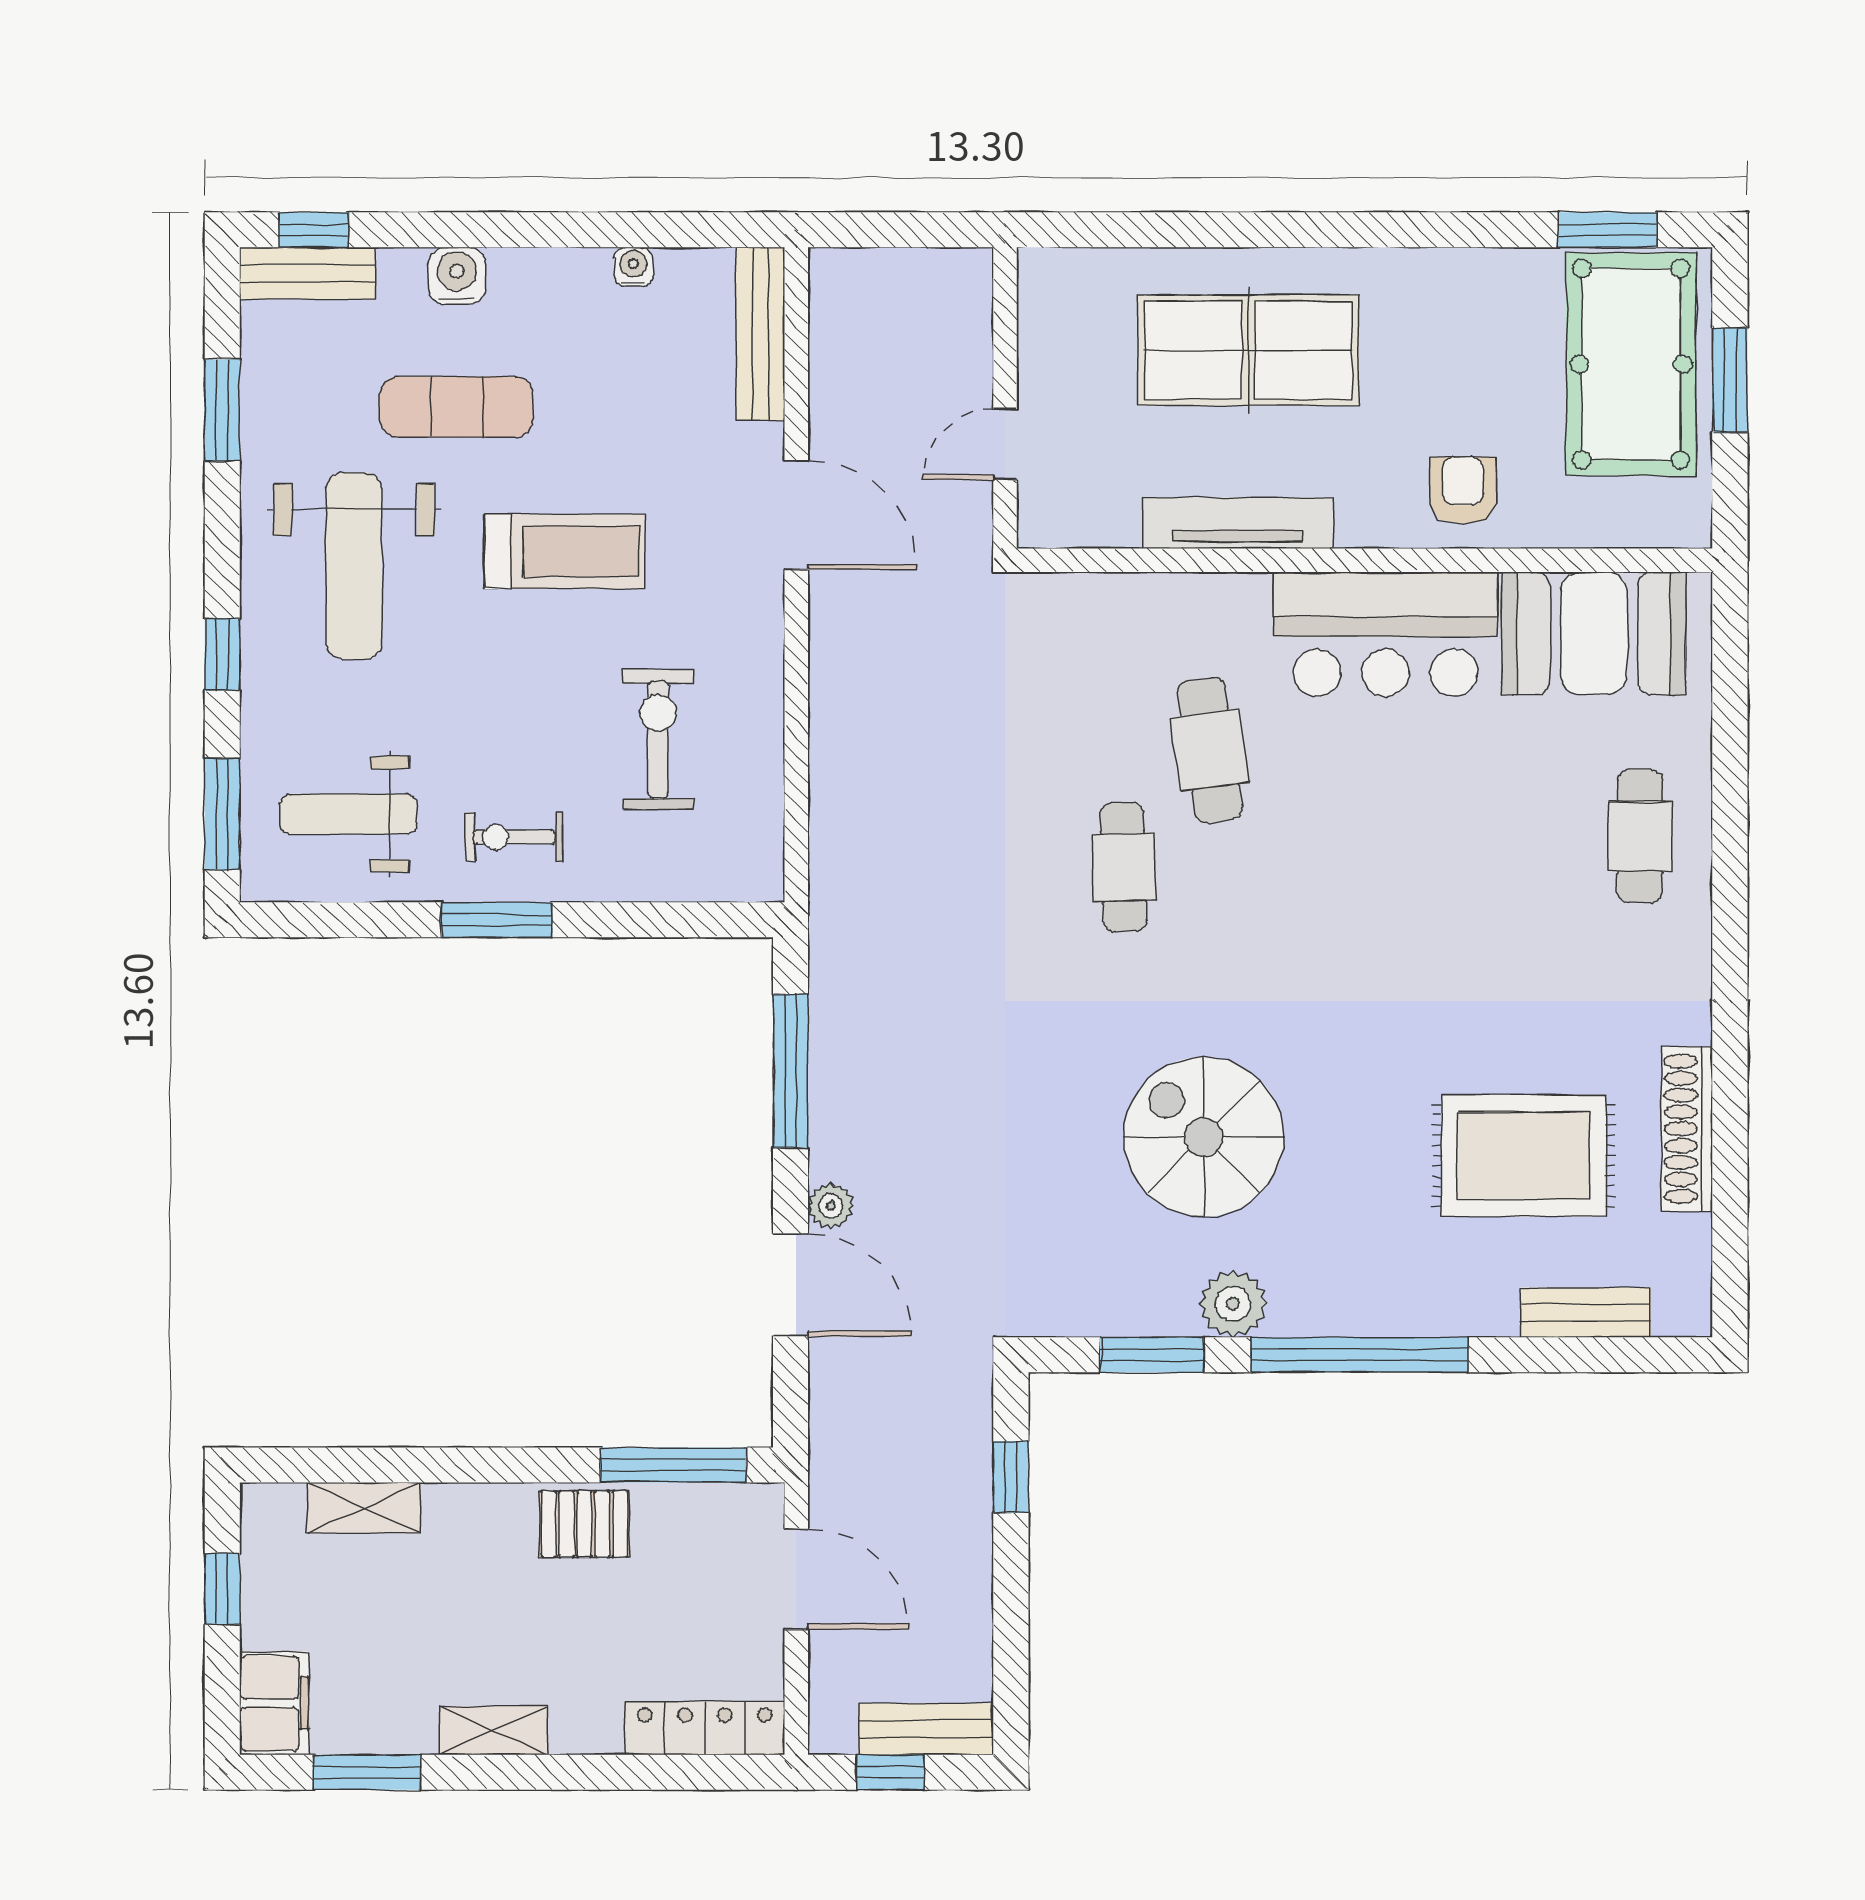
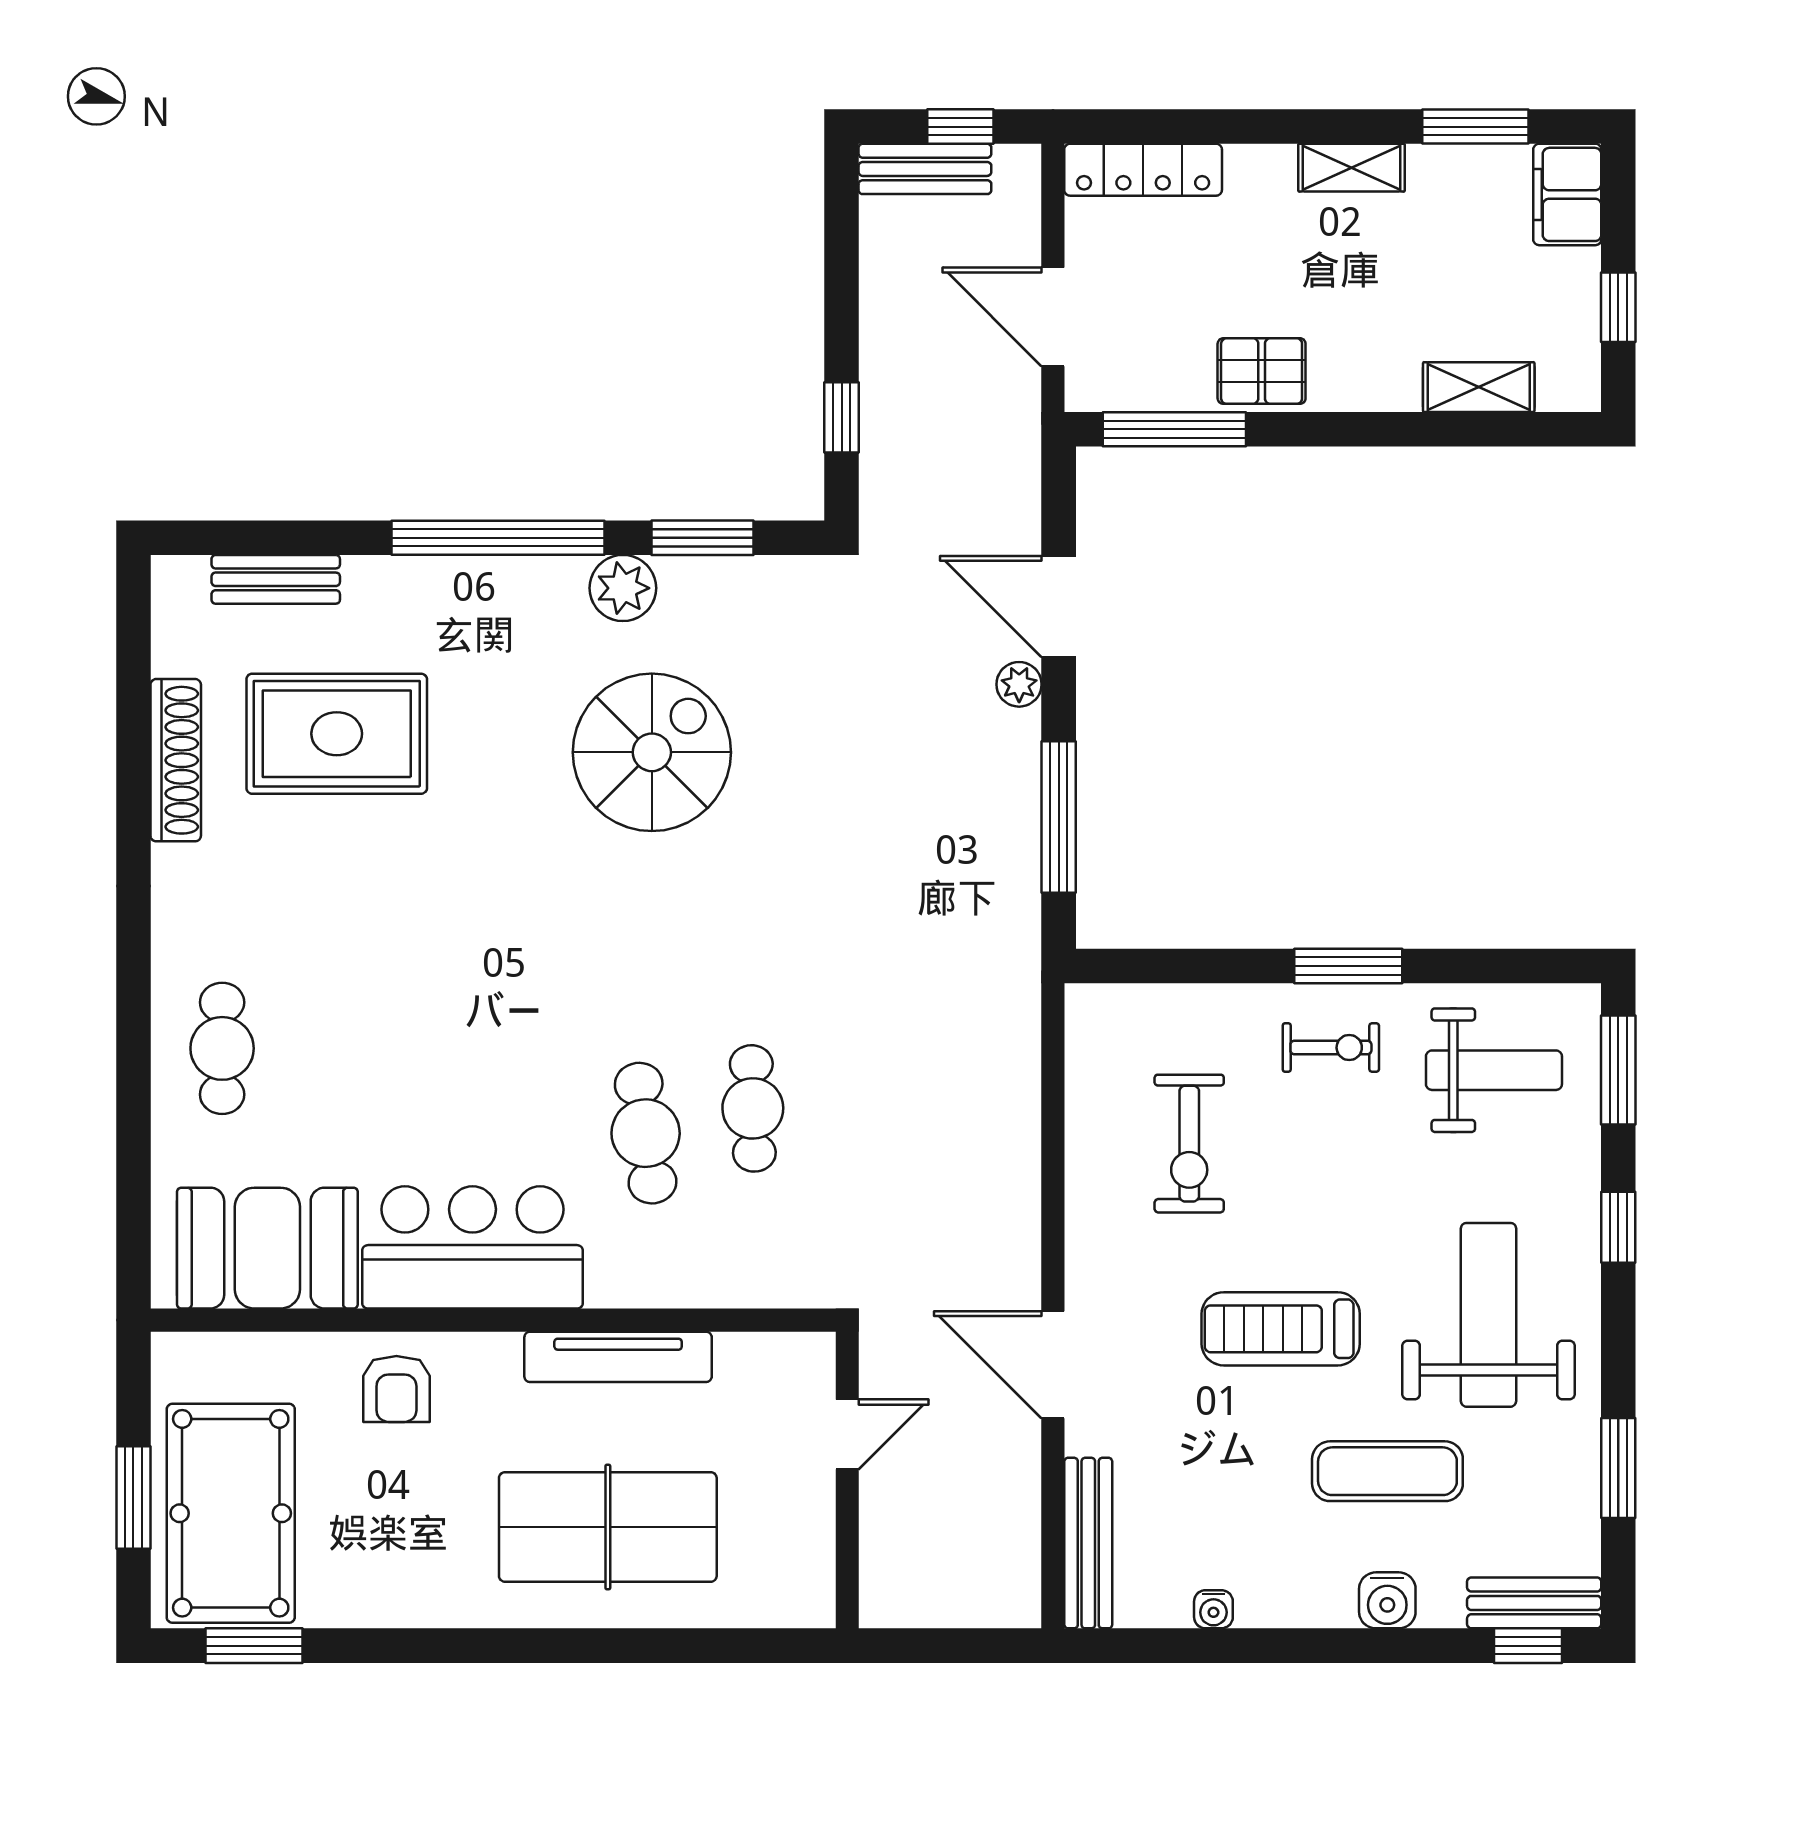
cafe table: (1124, 867) -> (753, 1108), moved
spiral stairs: (1204, 1137) -> (652, 752), turned -90

